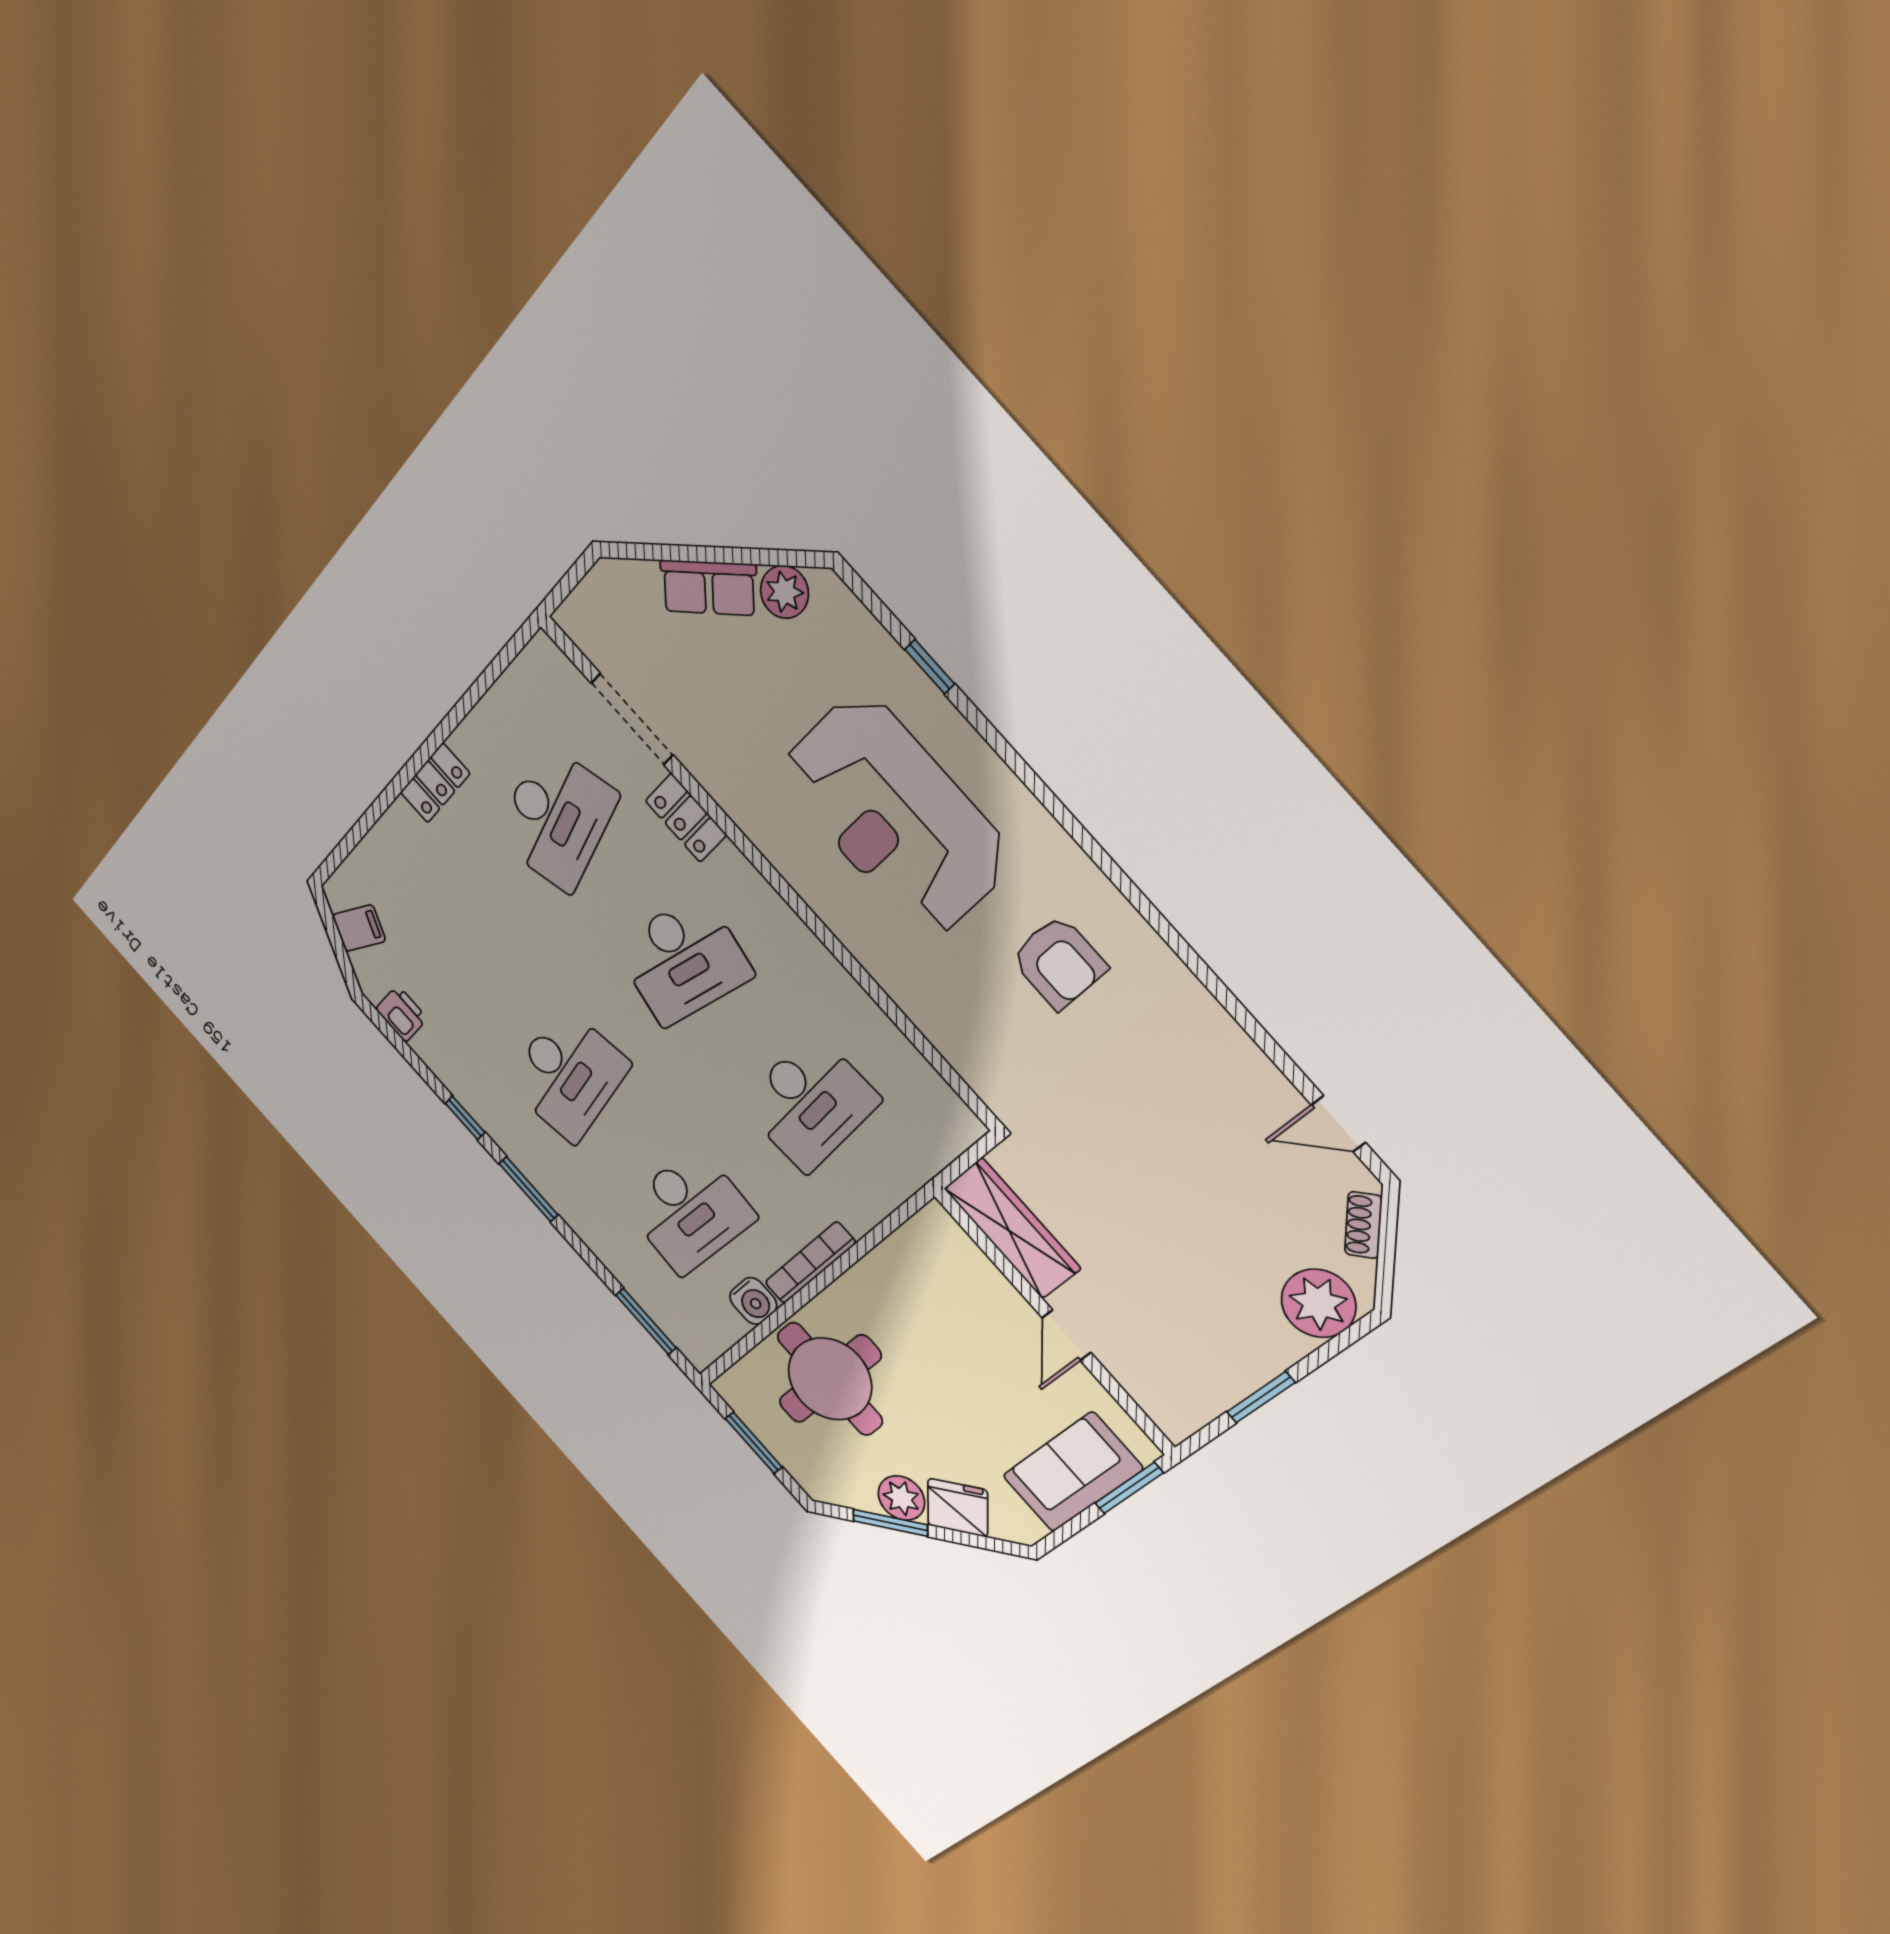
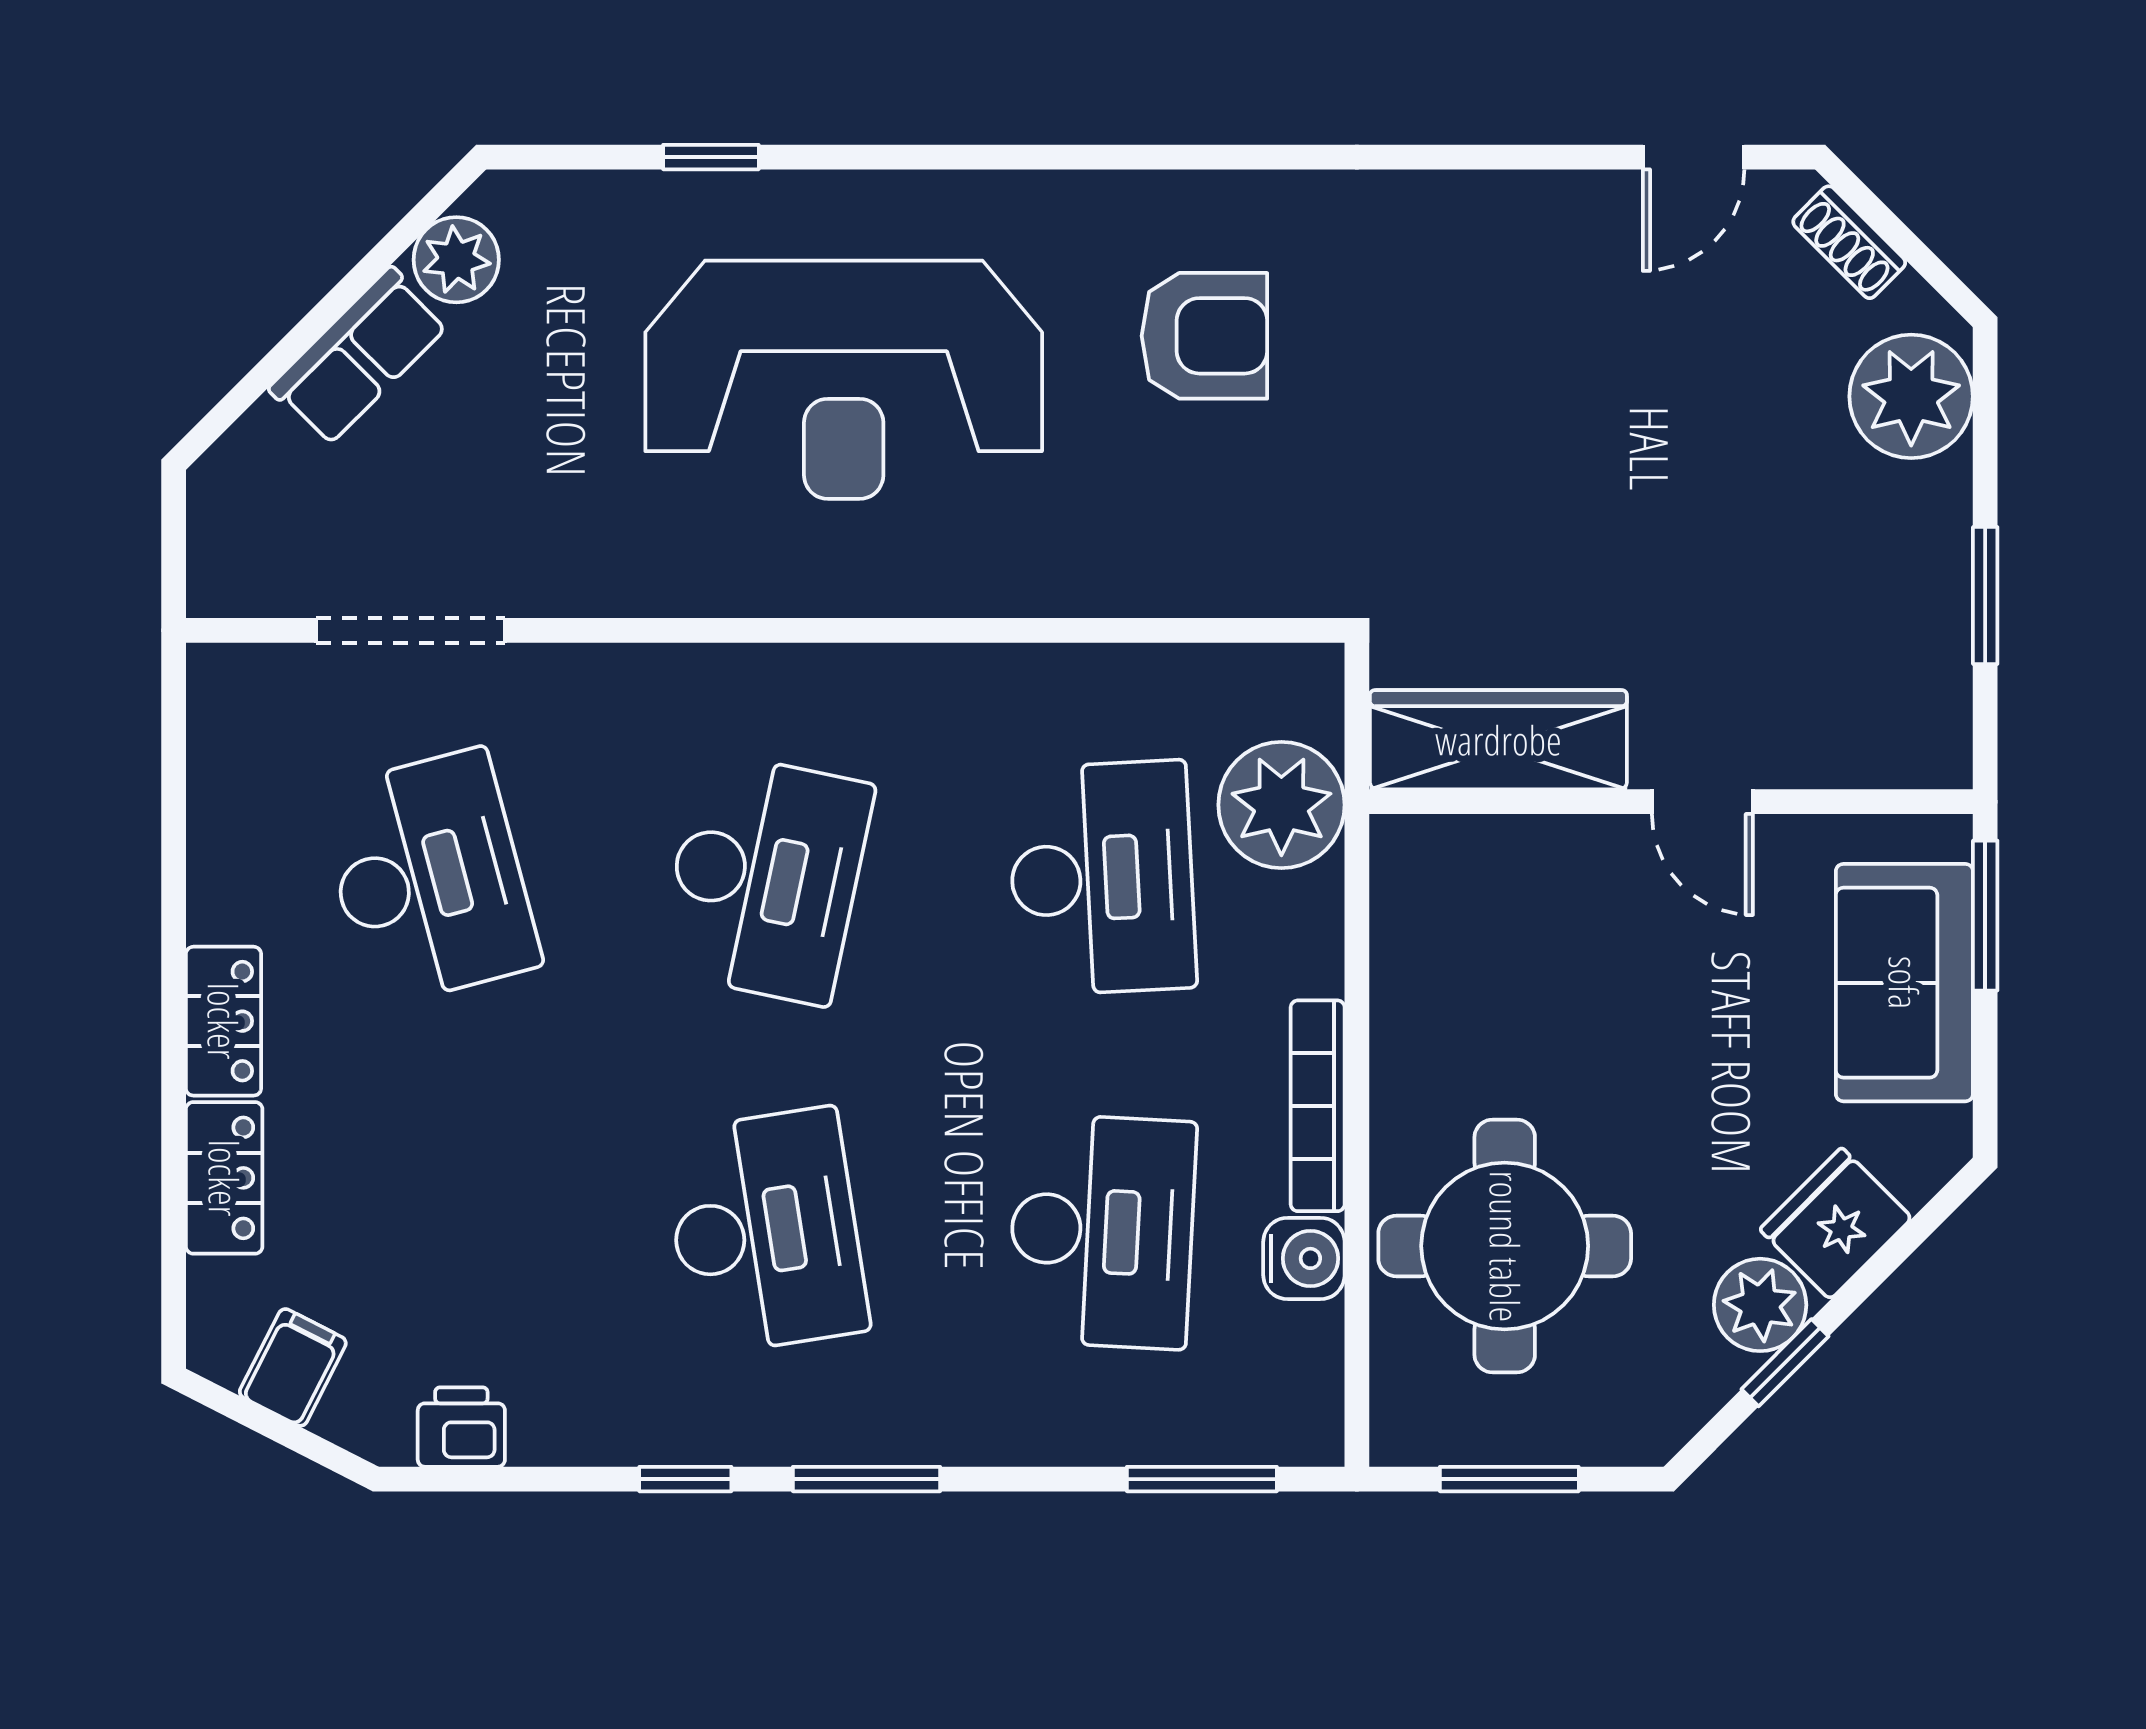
locker: (686, 818) -> (224, 1178), moved, turned -90
plant: (905, 1156) -> (1281, 805), added
window: (890, 1523) -> (1785, 1363), width x0.67

